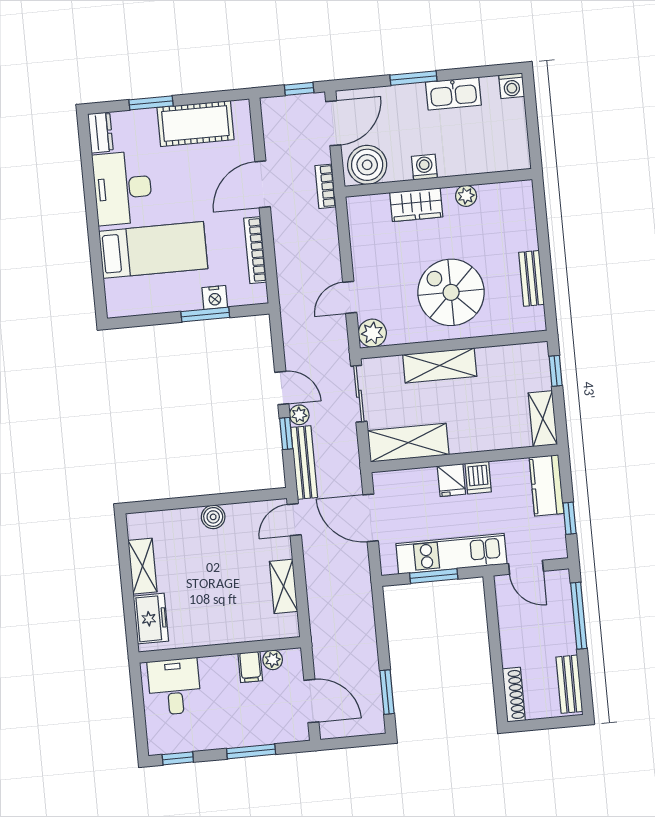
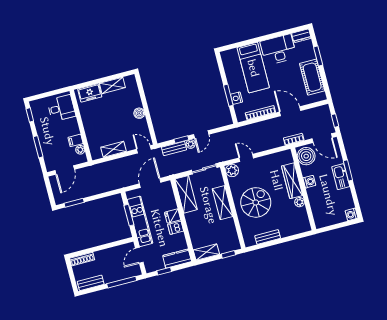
kitchen sink: (453, 94) -> (341, 177), moved
wardrobe: (416, 205) -> (292, 181), width x1.50
bench: (304, 462) -> (174, 148), width x0.73

